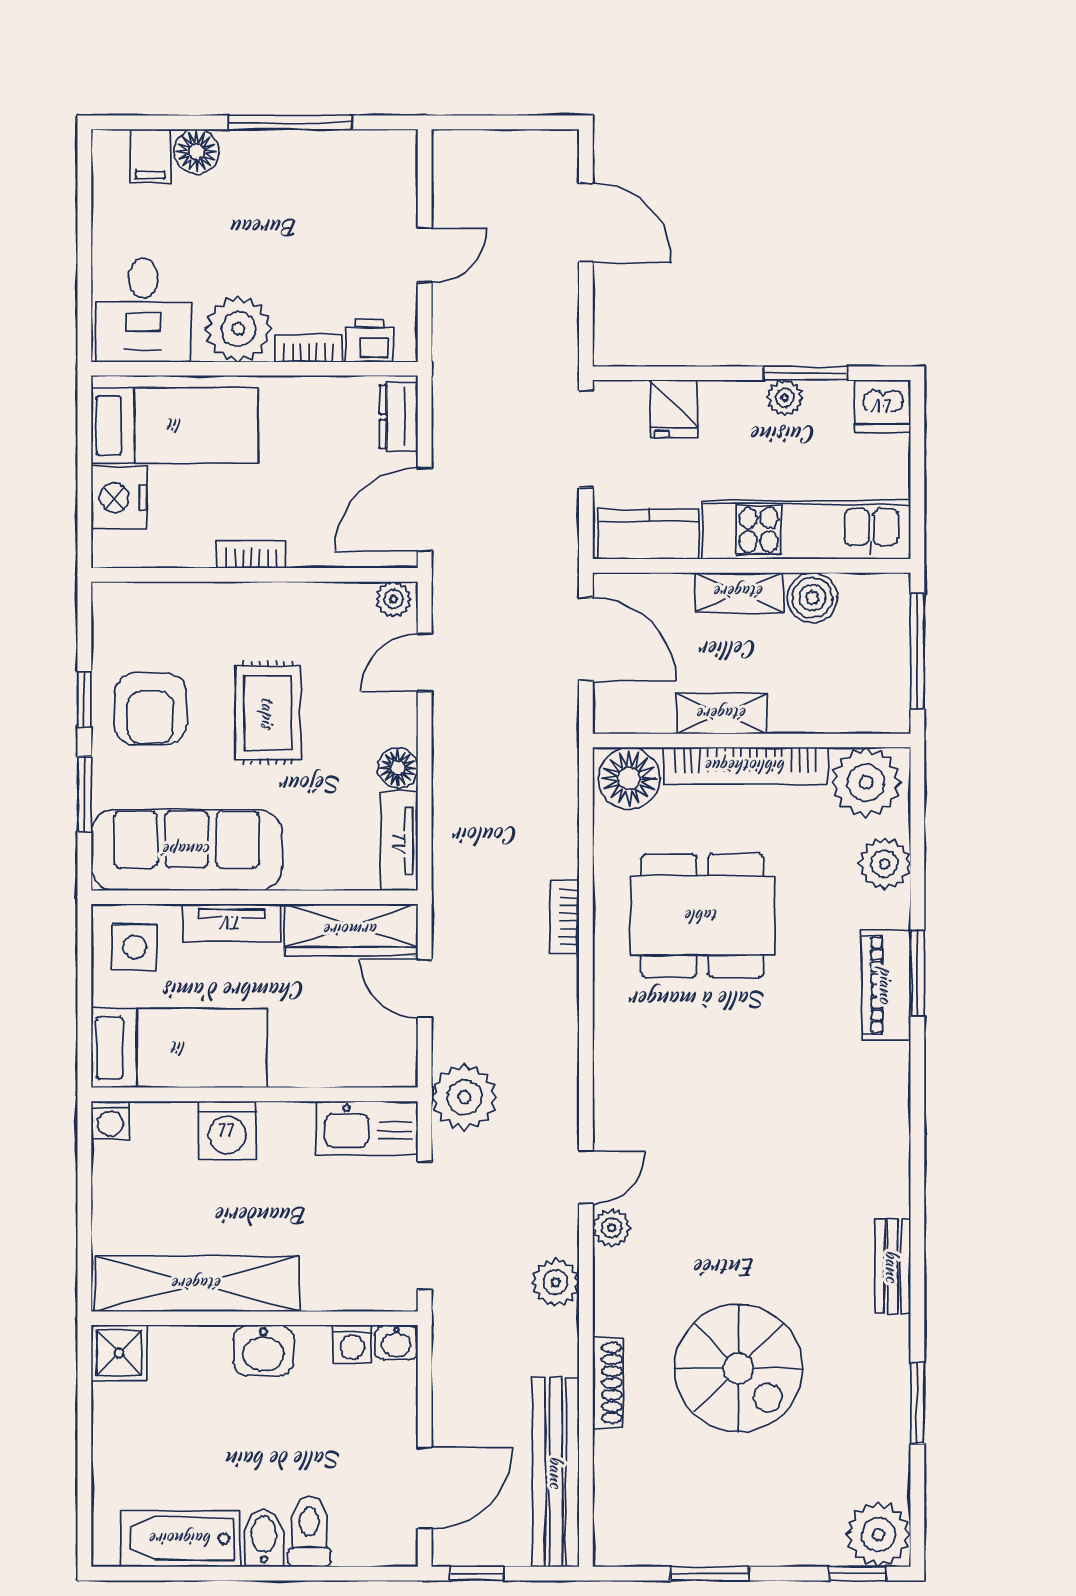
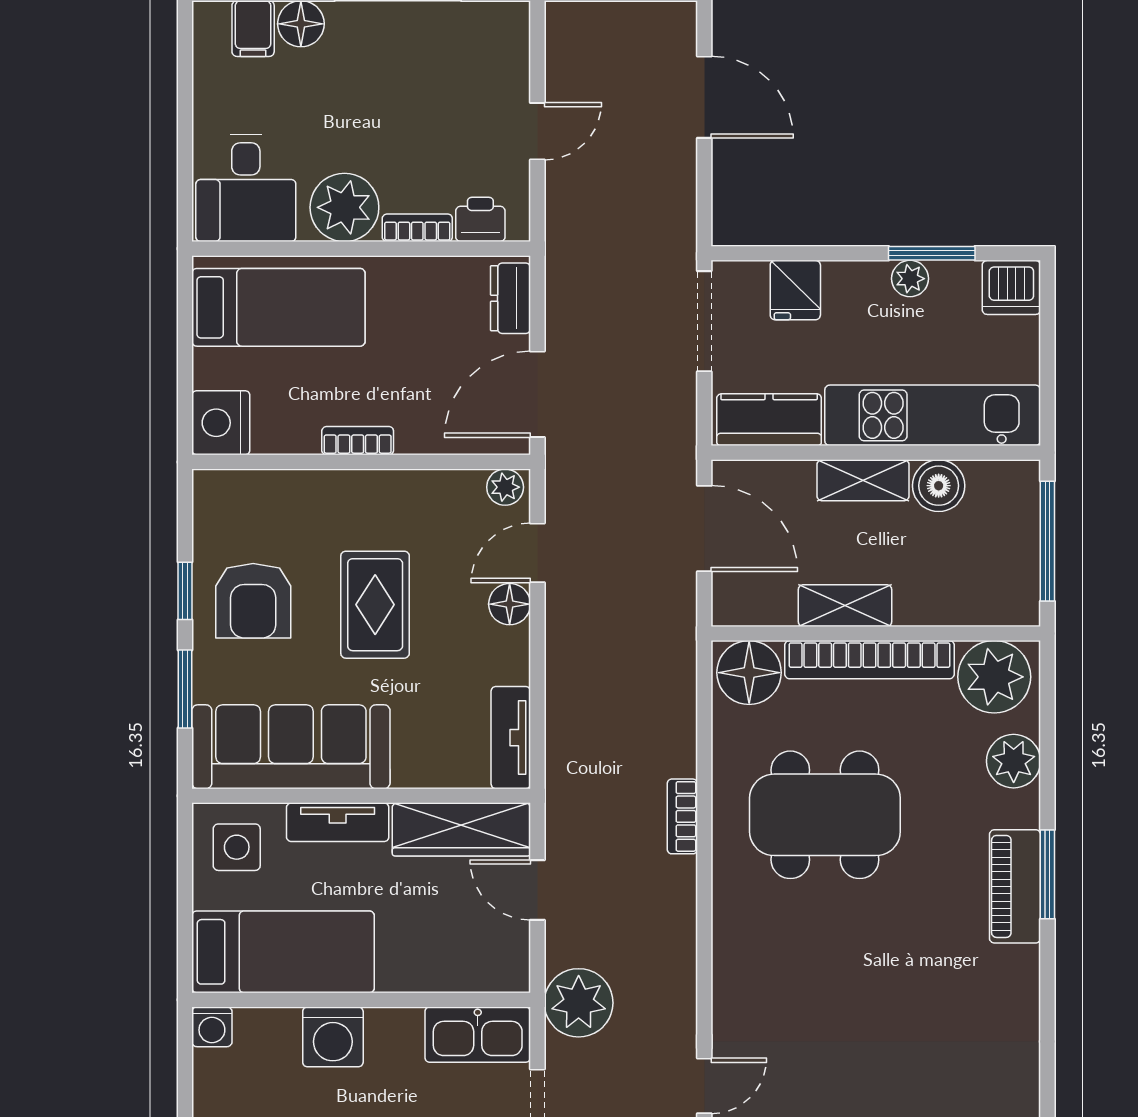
nightstand: (119, 498) -> (221, 423), moved
floor lamp: (398, 768) -> (510, 604), moved

